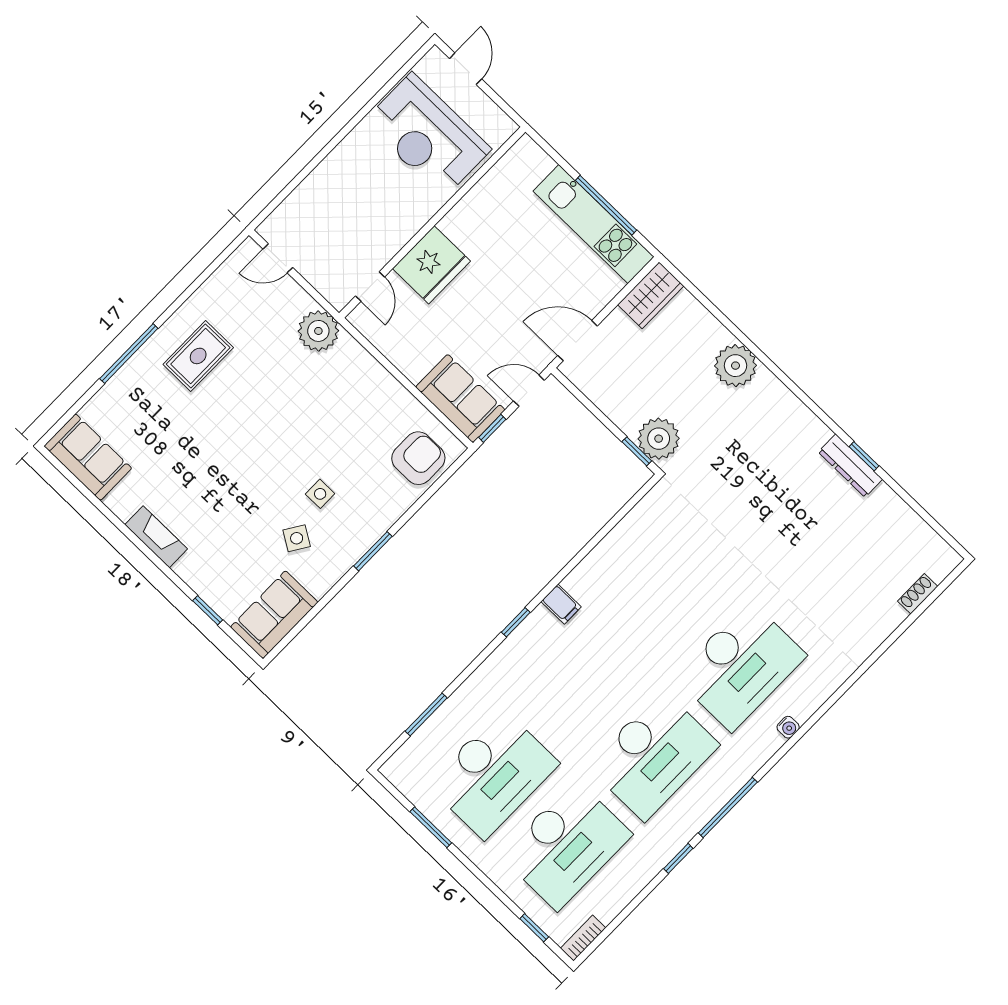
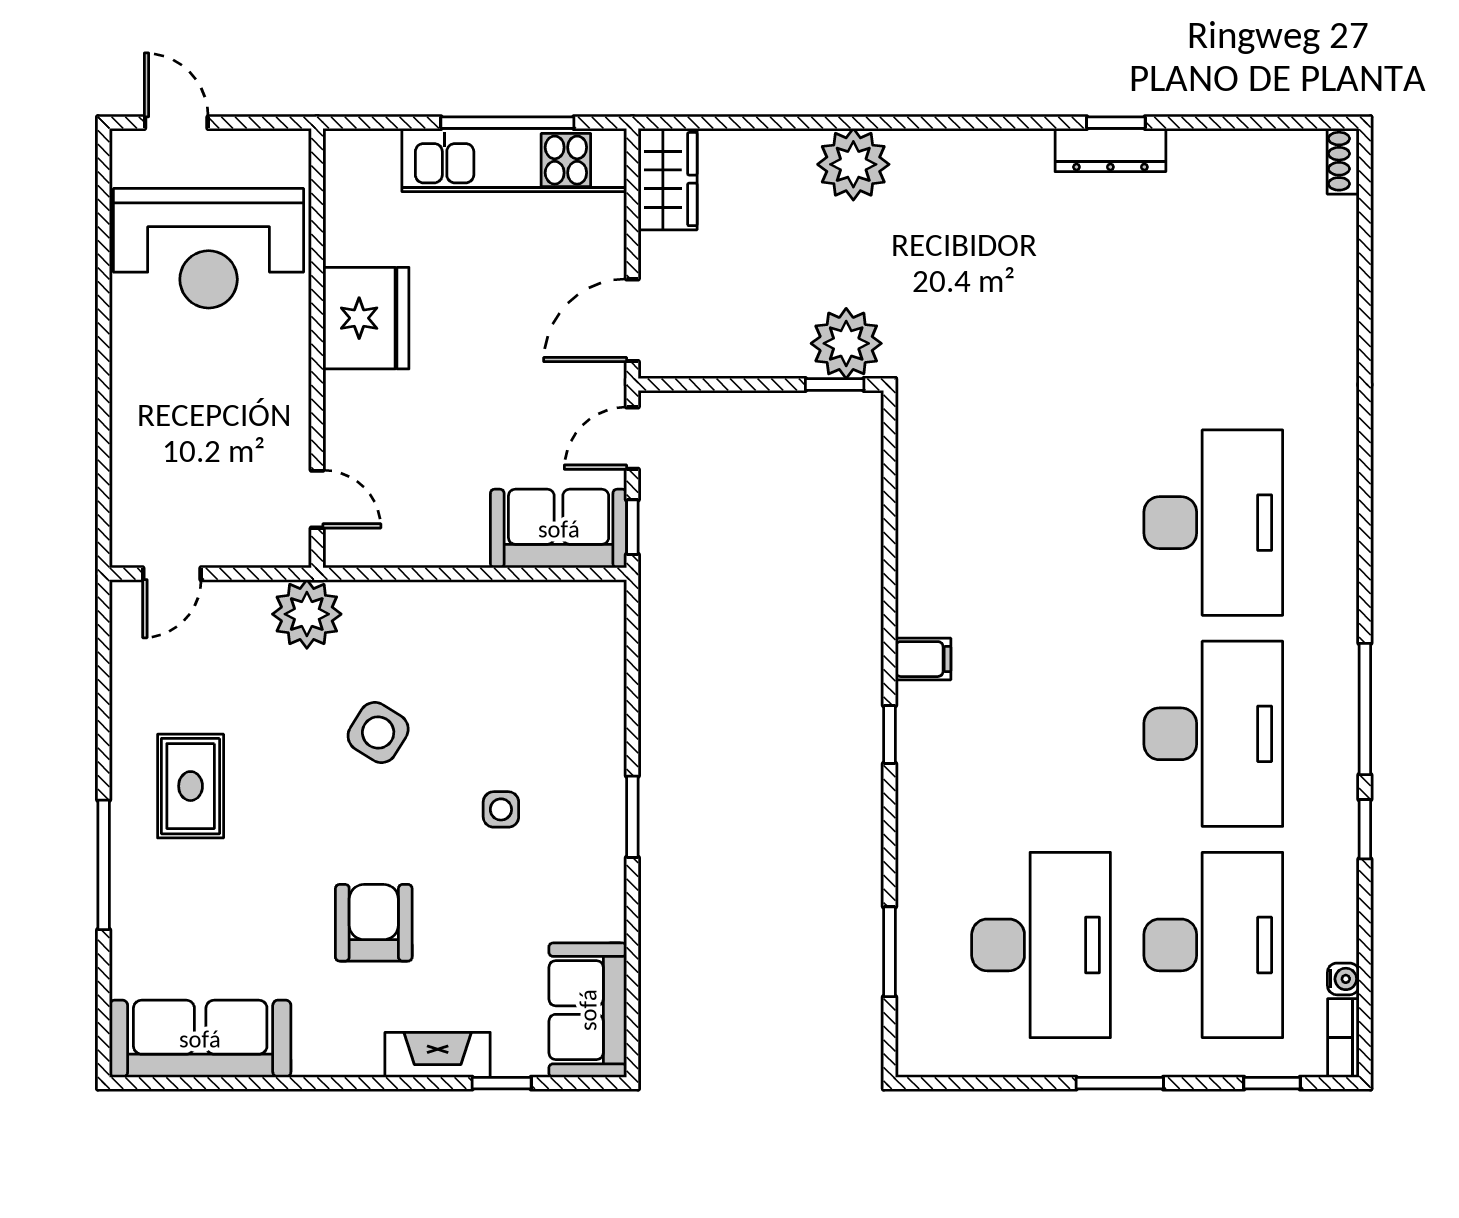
fridge: (431, 265) -> (366, 318), moved
sofa: (88, 457) -> (200, 1039), width x1.36
armchair: (418, 458) -> (374, 923), moved
fireplace: (156, 537) -> (438, 1055), moved
side table: (297, 538) -> (378, 732), moved, width x1.37, depth x1.37
shoe rack: (918, 594) -> (1343, 161), moved
water cooler: (788, 727) -> (1343, 979), moved
window: (431, 827) -> (1120, 1083), moved

